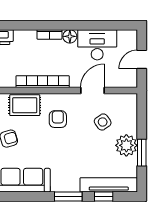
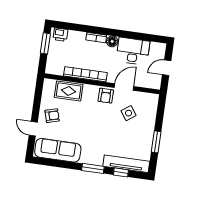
armchair: (58, 119) -> (106, 96), moved, turned 180
plant: (126, 145) -> (145, 134), removed

